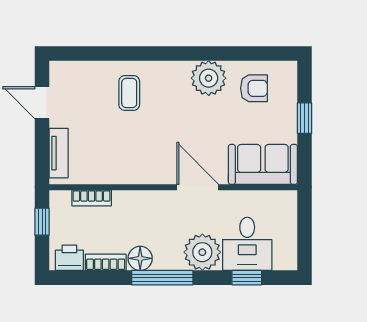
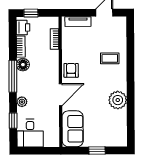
armchair: (254, 88) -> (71, 70), moved, turned 180
window: (42, 222) -> (31, 13), moved
desk: (247, 244) -> (30, 133), moved, turned -90
plant: (202, 252) -> (22, 102), width x0.53, depth x0.53

